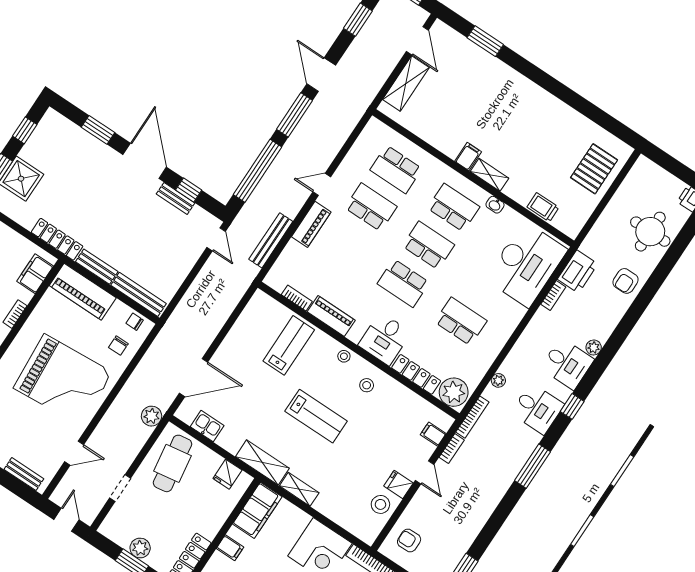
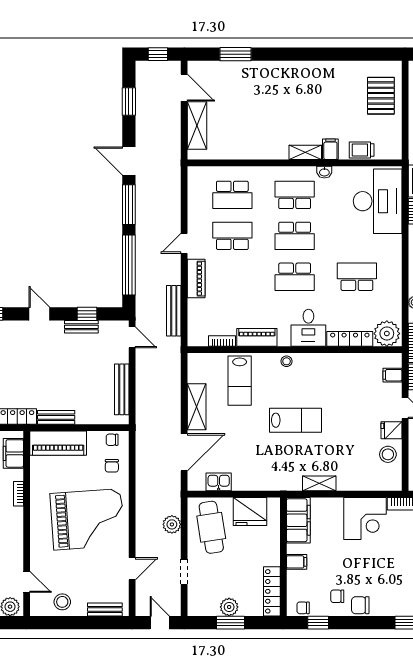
filing cabinet: (468, 156) -> (330, 149), moved
door: (145, 161) -> (39, 314), width x0.53
school desk: (428, 245) -> (295, 236), turned 180
bench: (139, 294) -> (122, 389), moved, turned 90
lab bench: (289, 345) -> (240, 381), turned 180
stool: (367, 385) -> (318, 372), removed
plant: (152, 416) -> (172, 524), moved
shelving: (262, 462) -> (197, 407), moved, turned 90
fridge: (227, 474) -> (250, 512), width x1.88, depth x1.34

